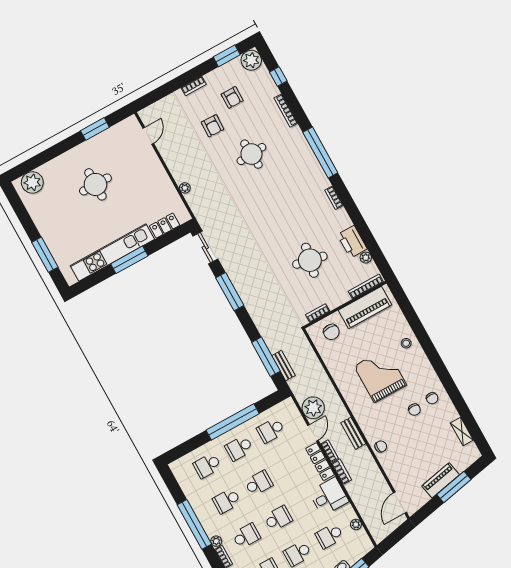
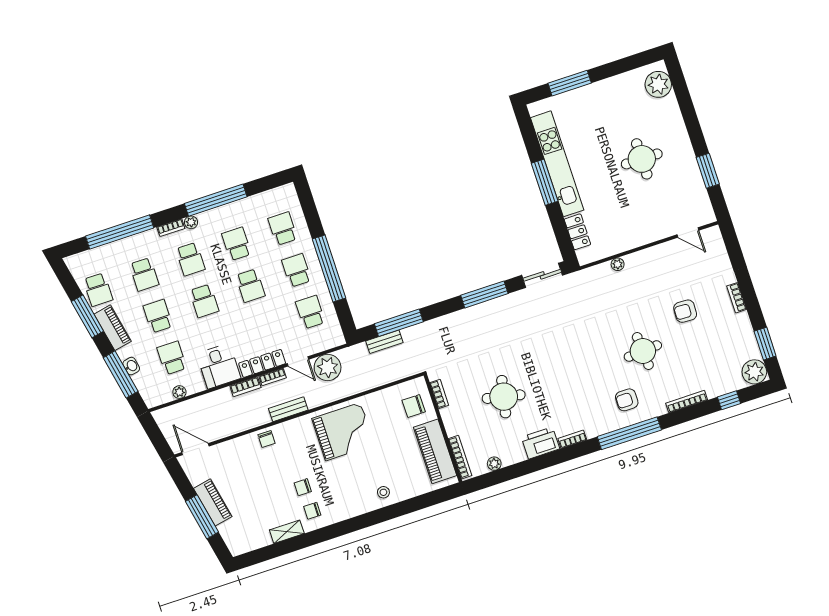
armchair: (232, 97) -> (627, 400), moved
printer: (352, 242) -> (541, 443), moved
grand piano: (380, 375) -> (343, 432), moved
shelving: (462, 432) -> (287, 532), moved

